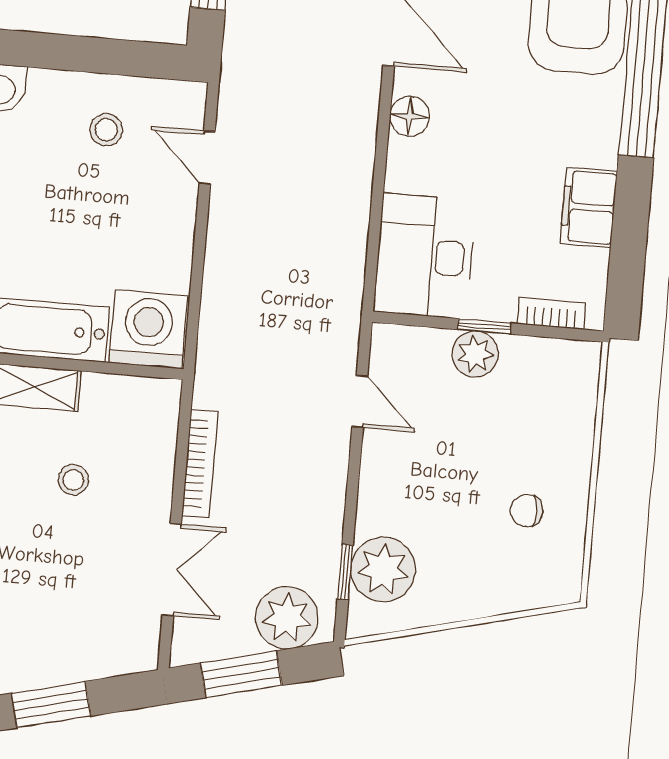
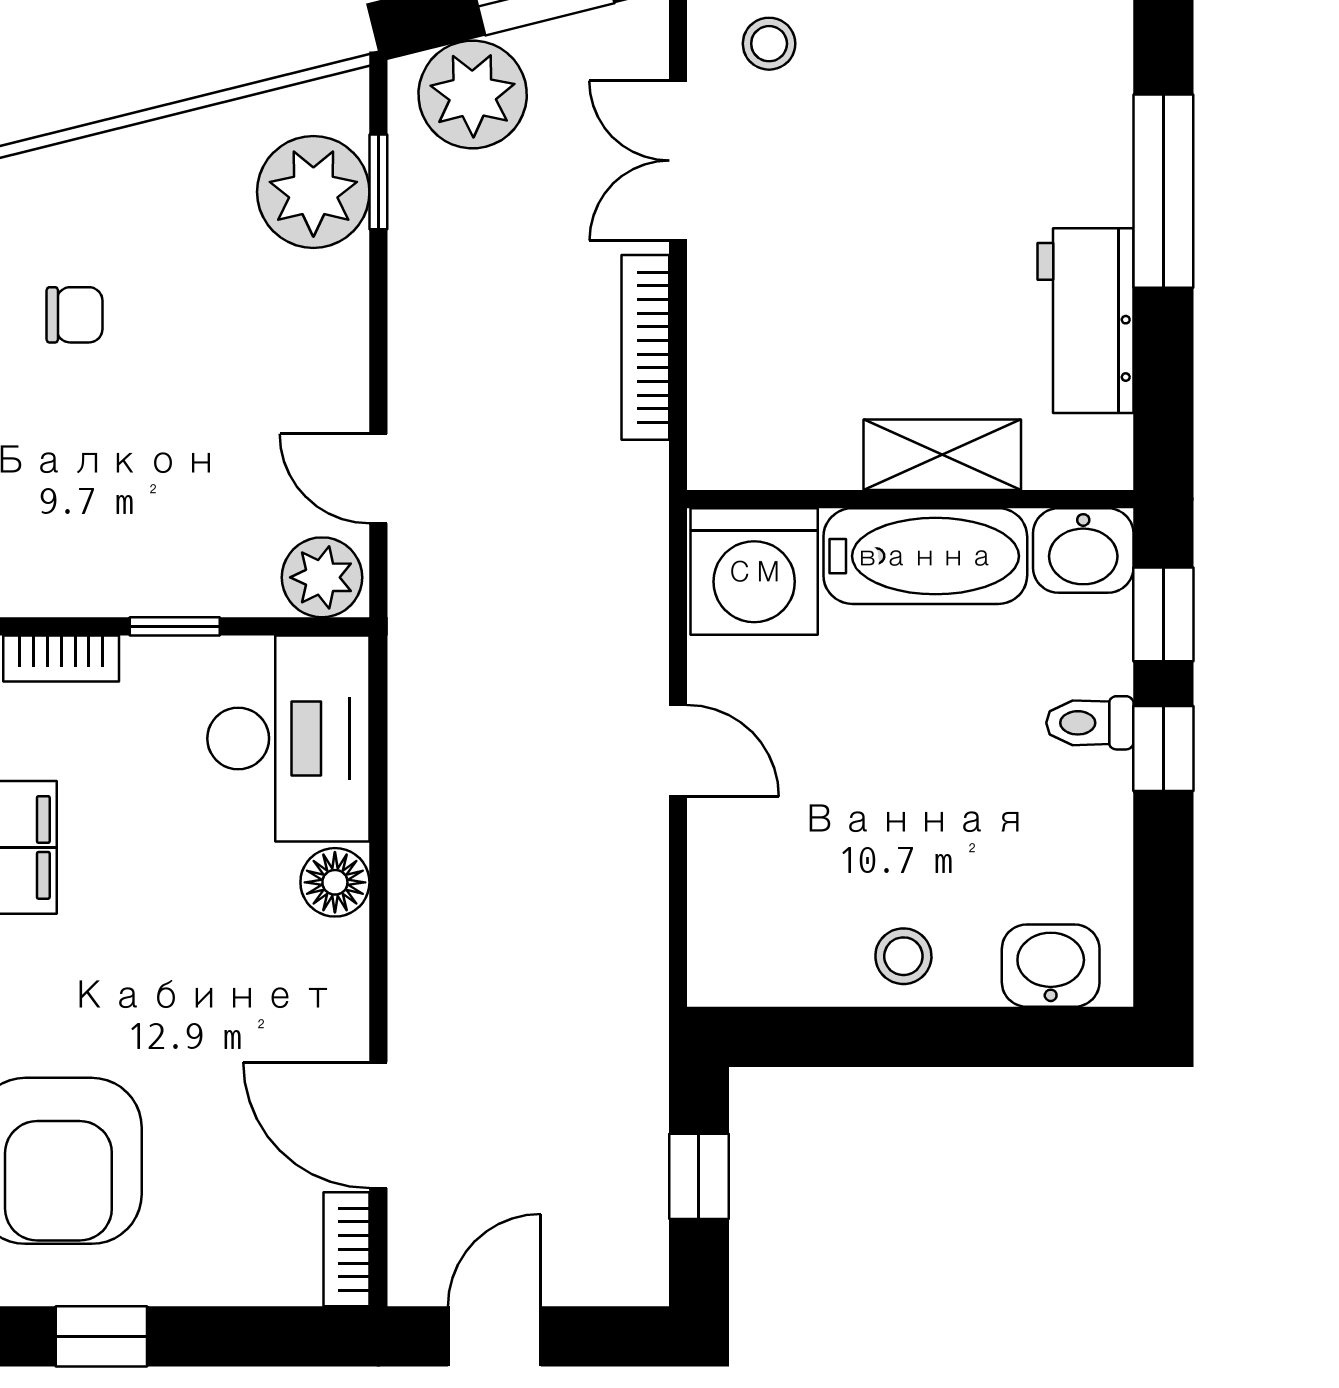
floor lamp: (409, 116) -> (335, 882), moved
stool: (106, 130) -> (903, 956), moved
door: (207, 158) -> (678, 751), moved
plant: (475, 354) -> (322, 577), moved
stool: (73, 480) -> (769, 44), moved

